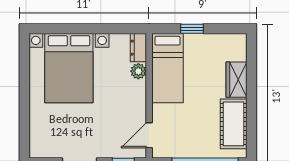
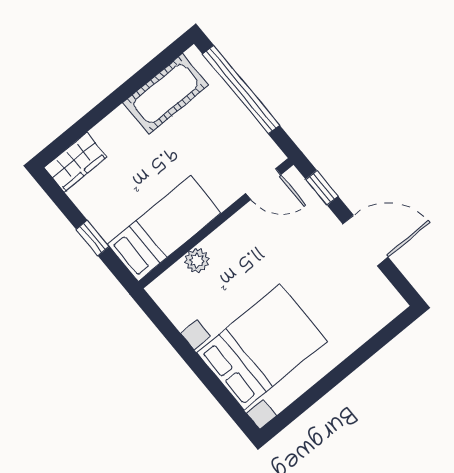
dresser: (138, 48) -> (168, 284), removed
wardrobe: (237, 80) -> (75, 162), moved

